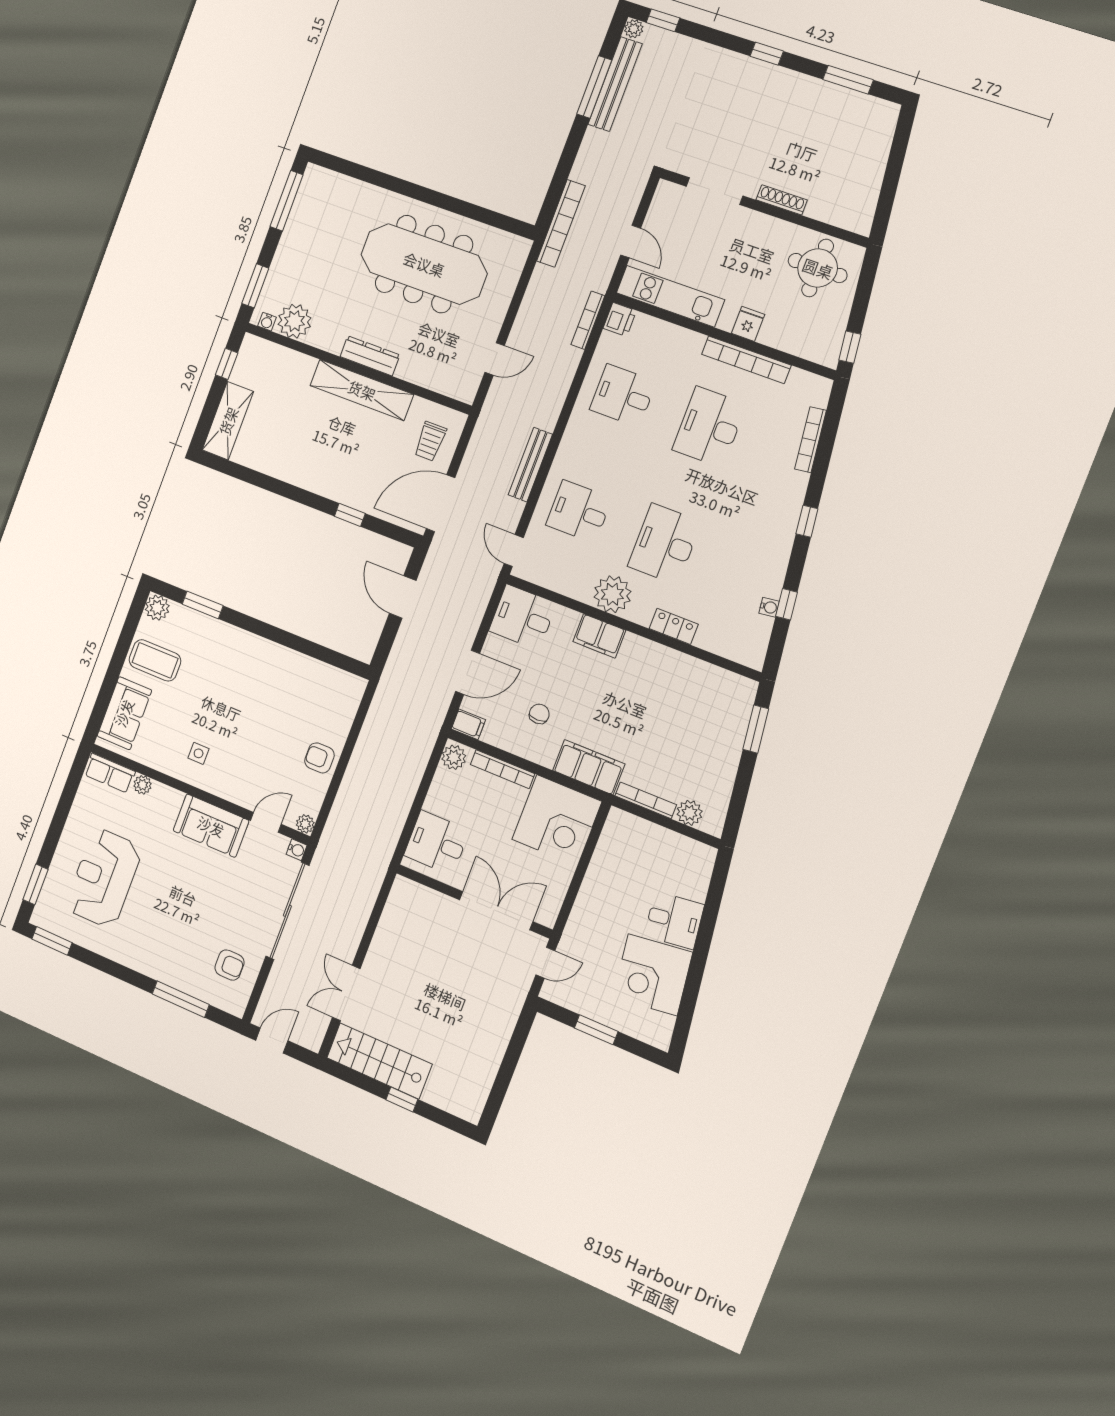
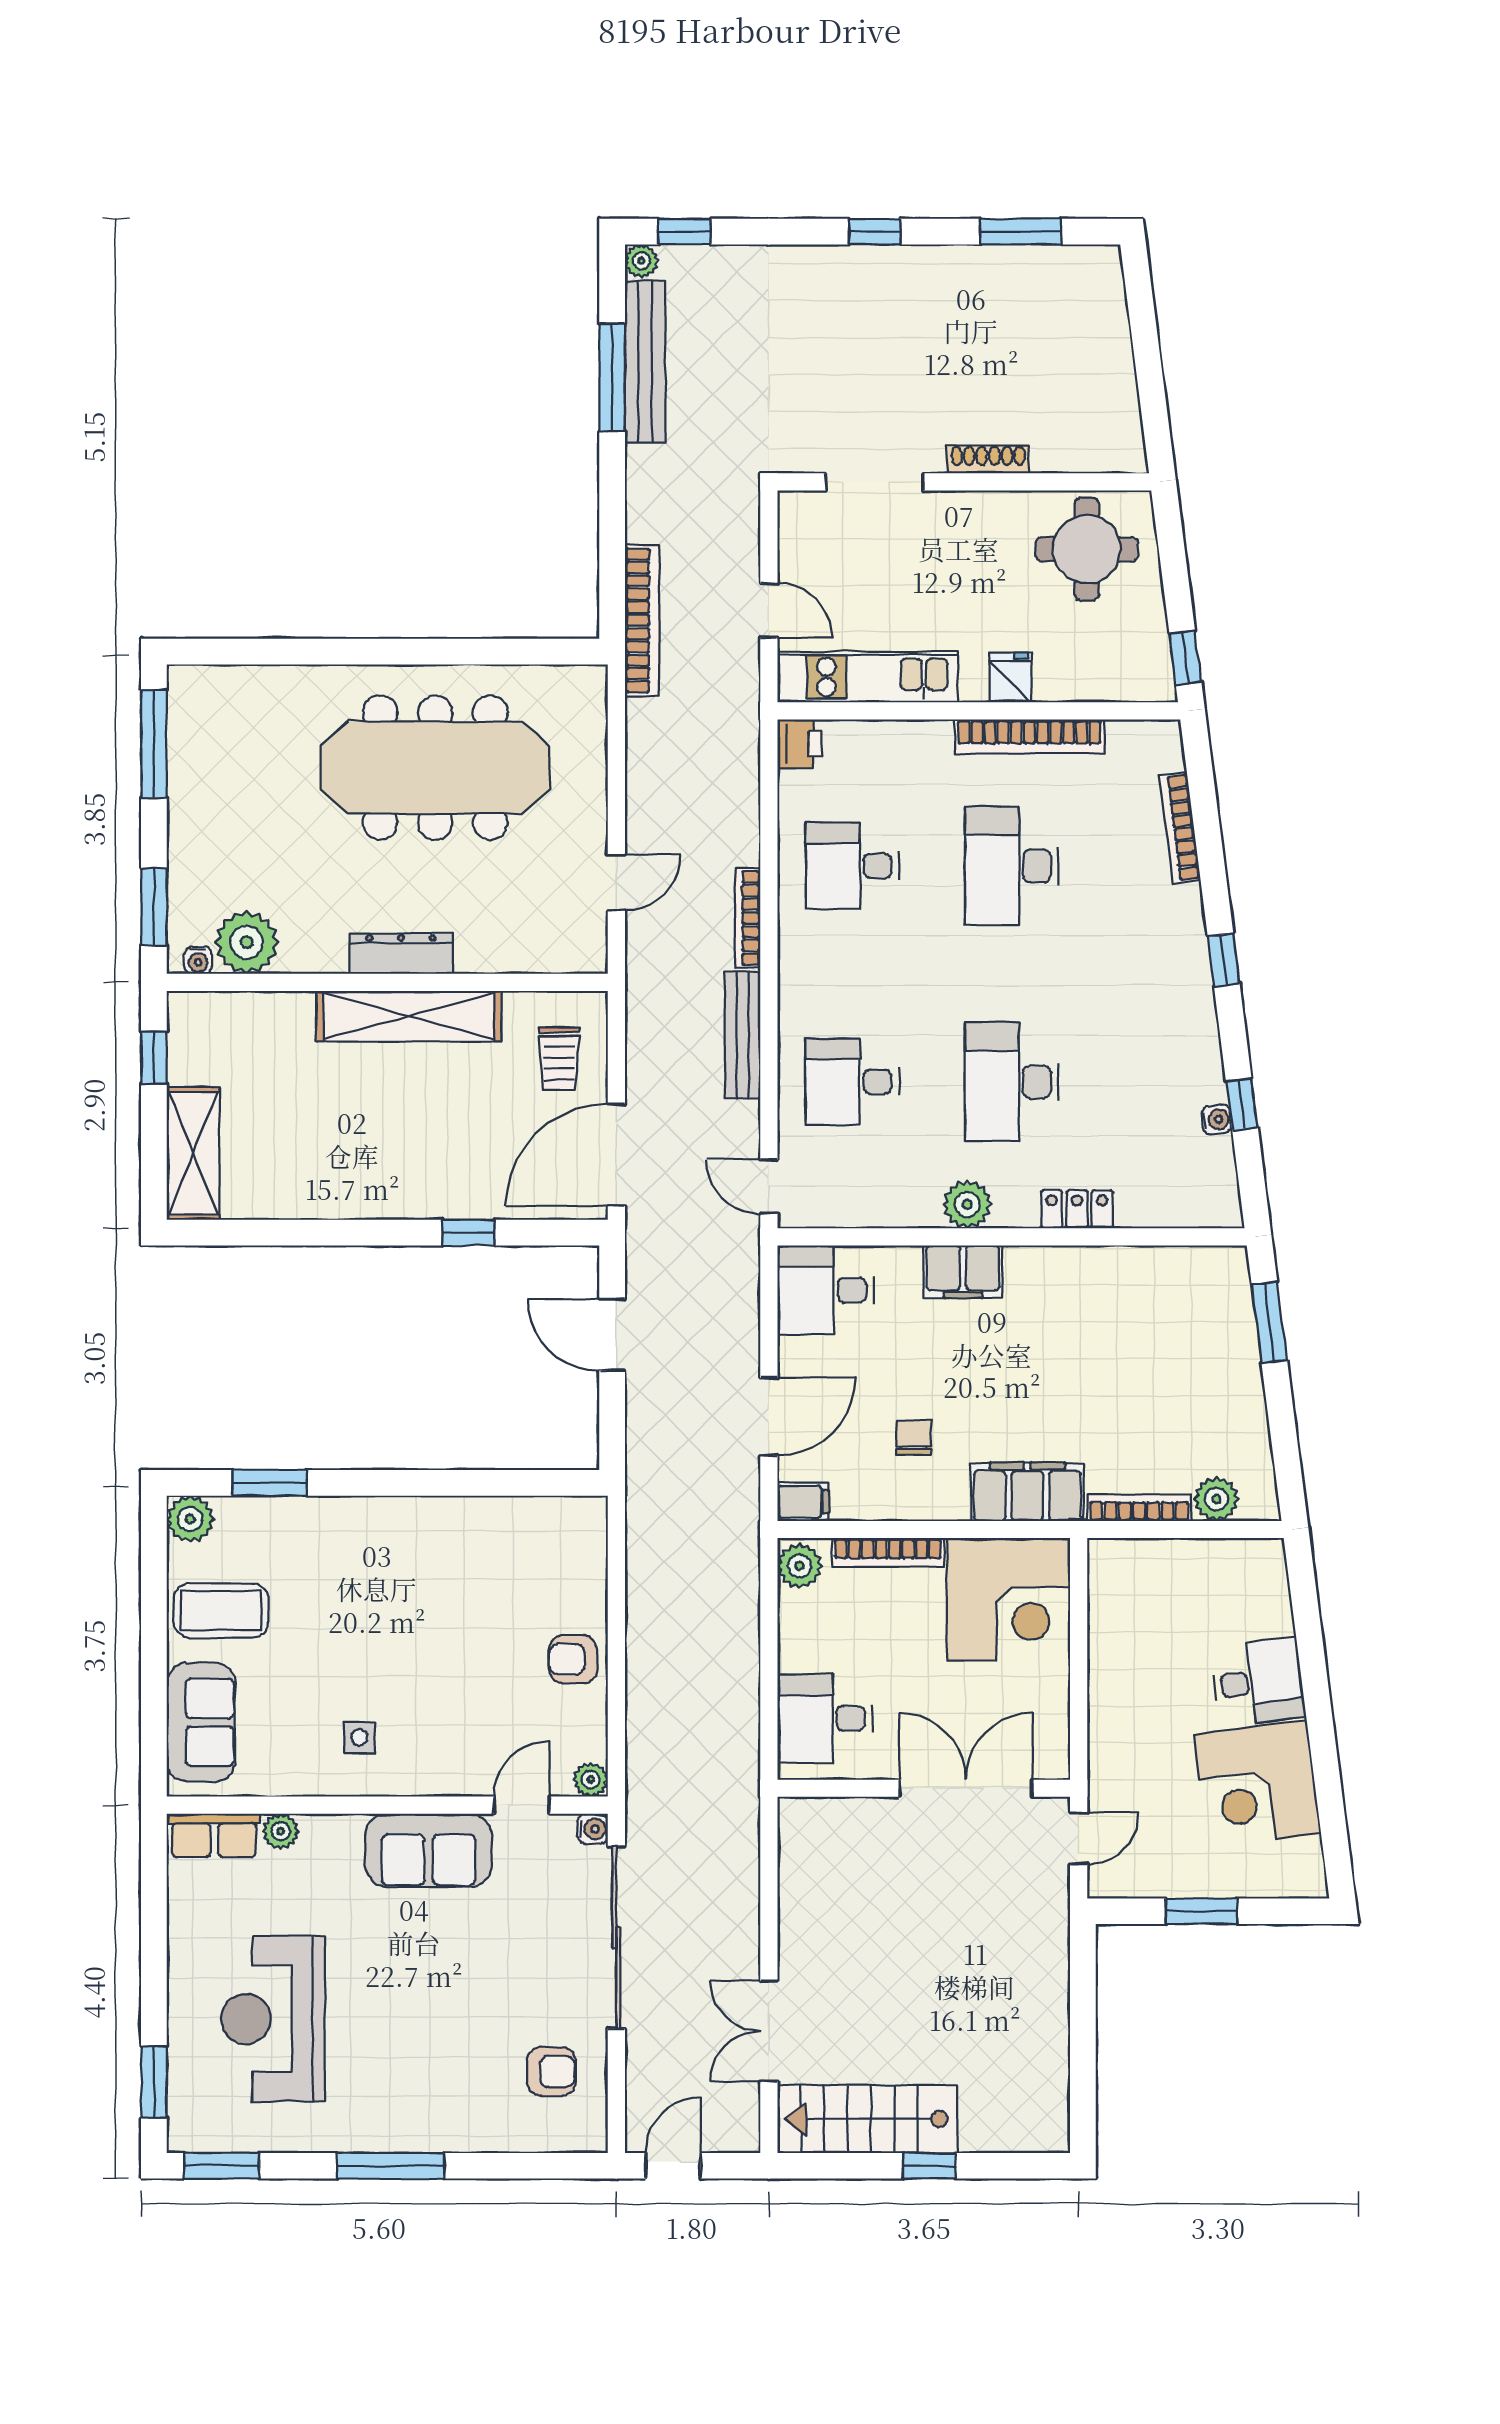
bookcase: (588, 320) -> (748, 918), moved
plant: (612, 594) -> (967, 1204), width x0.73, depth x0.73
window: (181, 999) -> (391, 2166), moved

